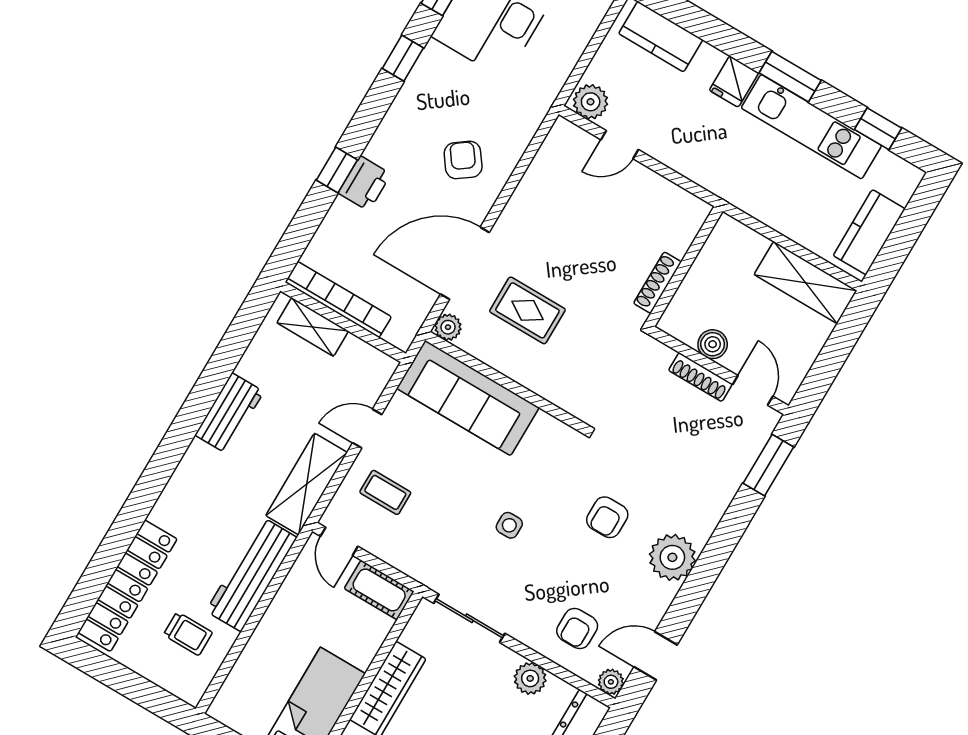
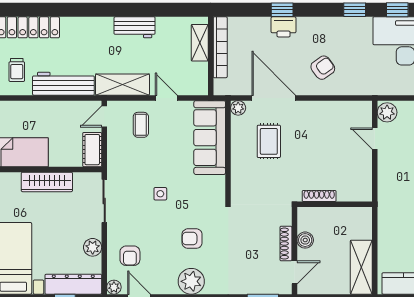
armchair: (577, 628) -> (130, 256), turned -90

